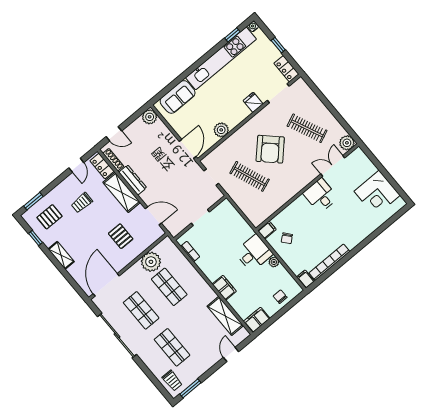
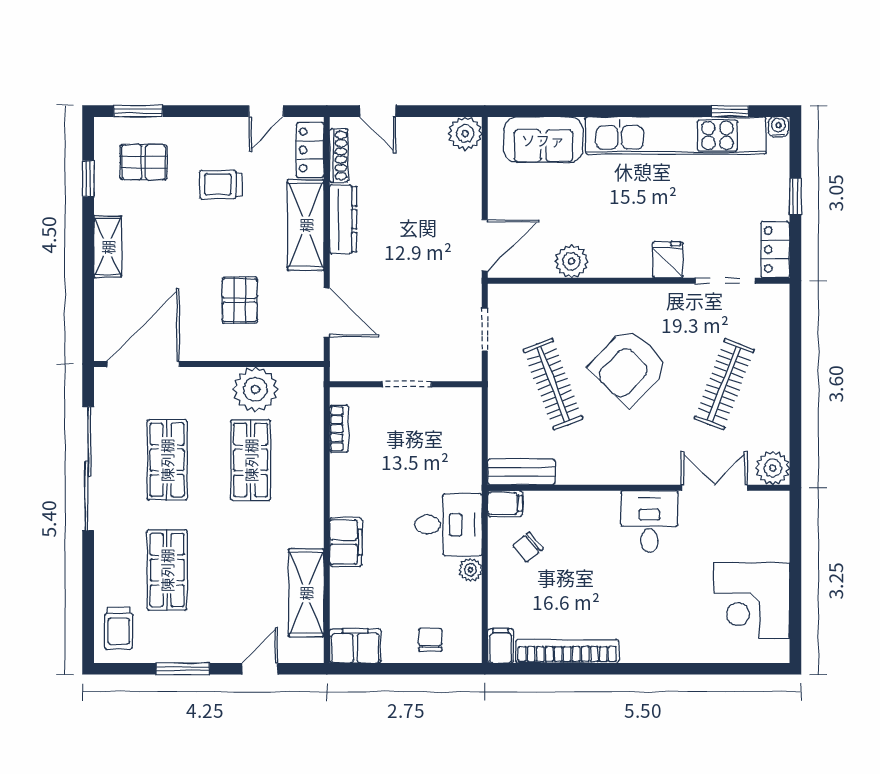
clothes rail: (307, 128) -> (724, 384), turned 45
bench: (264, 215) -> (521, 472), added
window: (190, 388) -> (183, 669), moved

